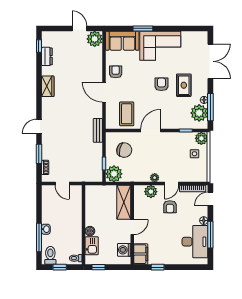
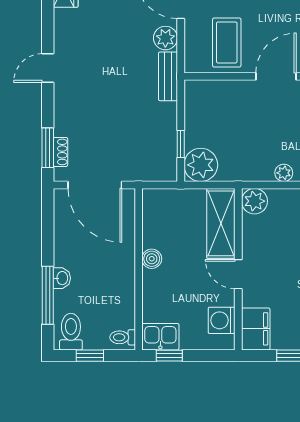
plant: (97, 112) -> (165, 38), added
chair: (124, 150) -> (222, 117), removed
window: (39, 154) -> (48, 148), moved
door: (62, 184) -> (95, 185), width x1.87
plant: (151, 192) -> (255, 201), moved
door: (132, 227) -> (238, 274), swing flipped
boiler: (90, 231) -> (152, 259), moved
kitchen sink: (92, 246) -> (160, 337), moved, turned -90

